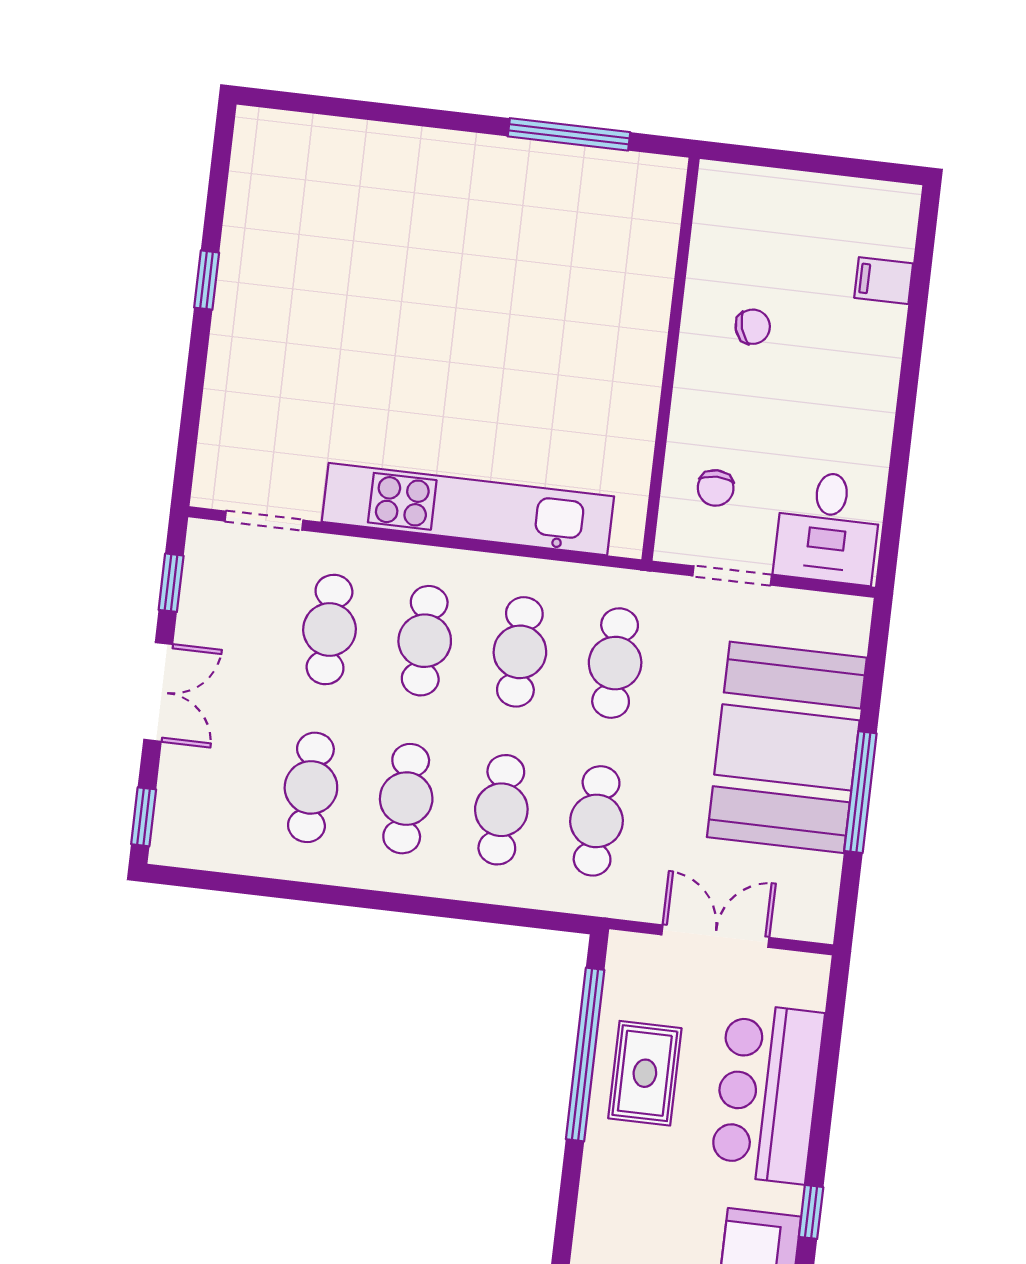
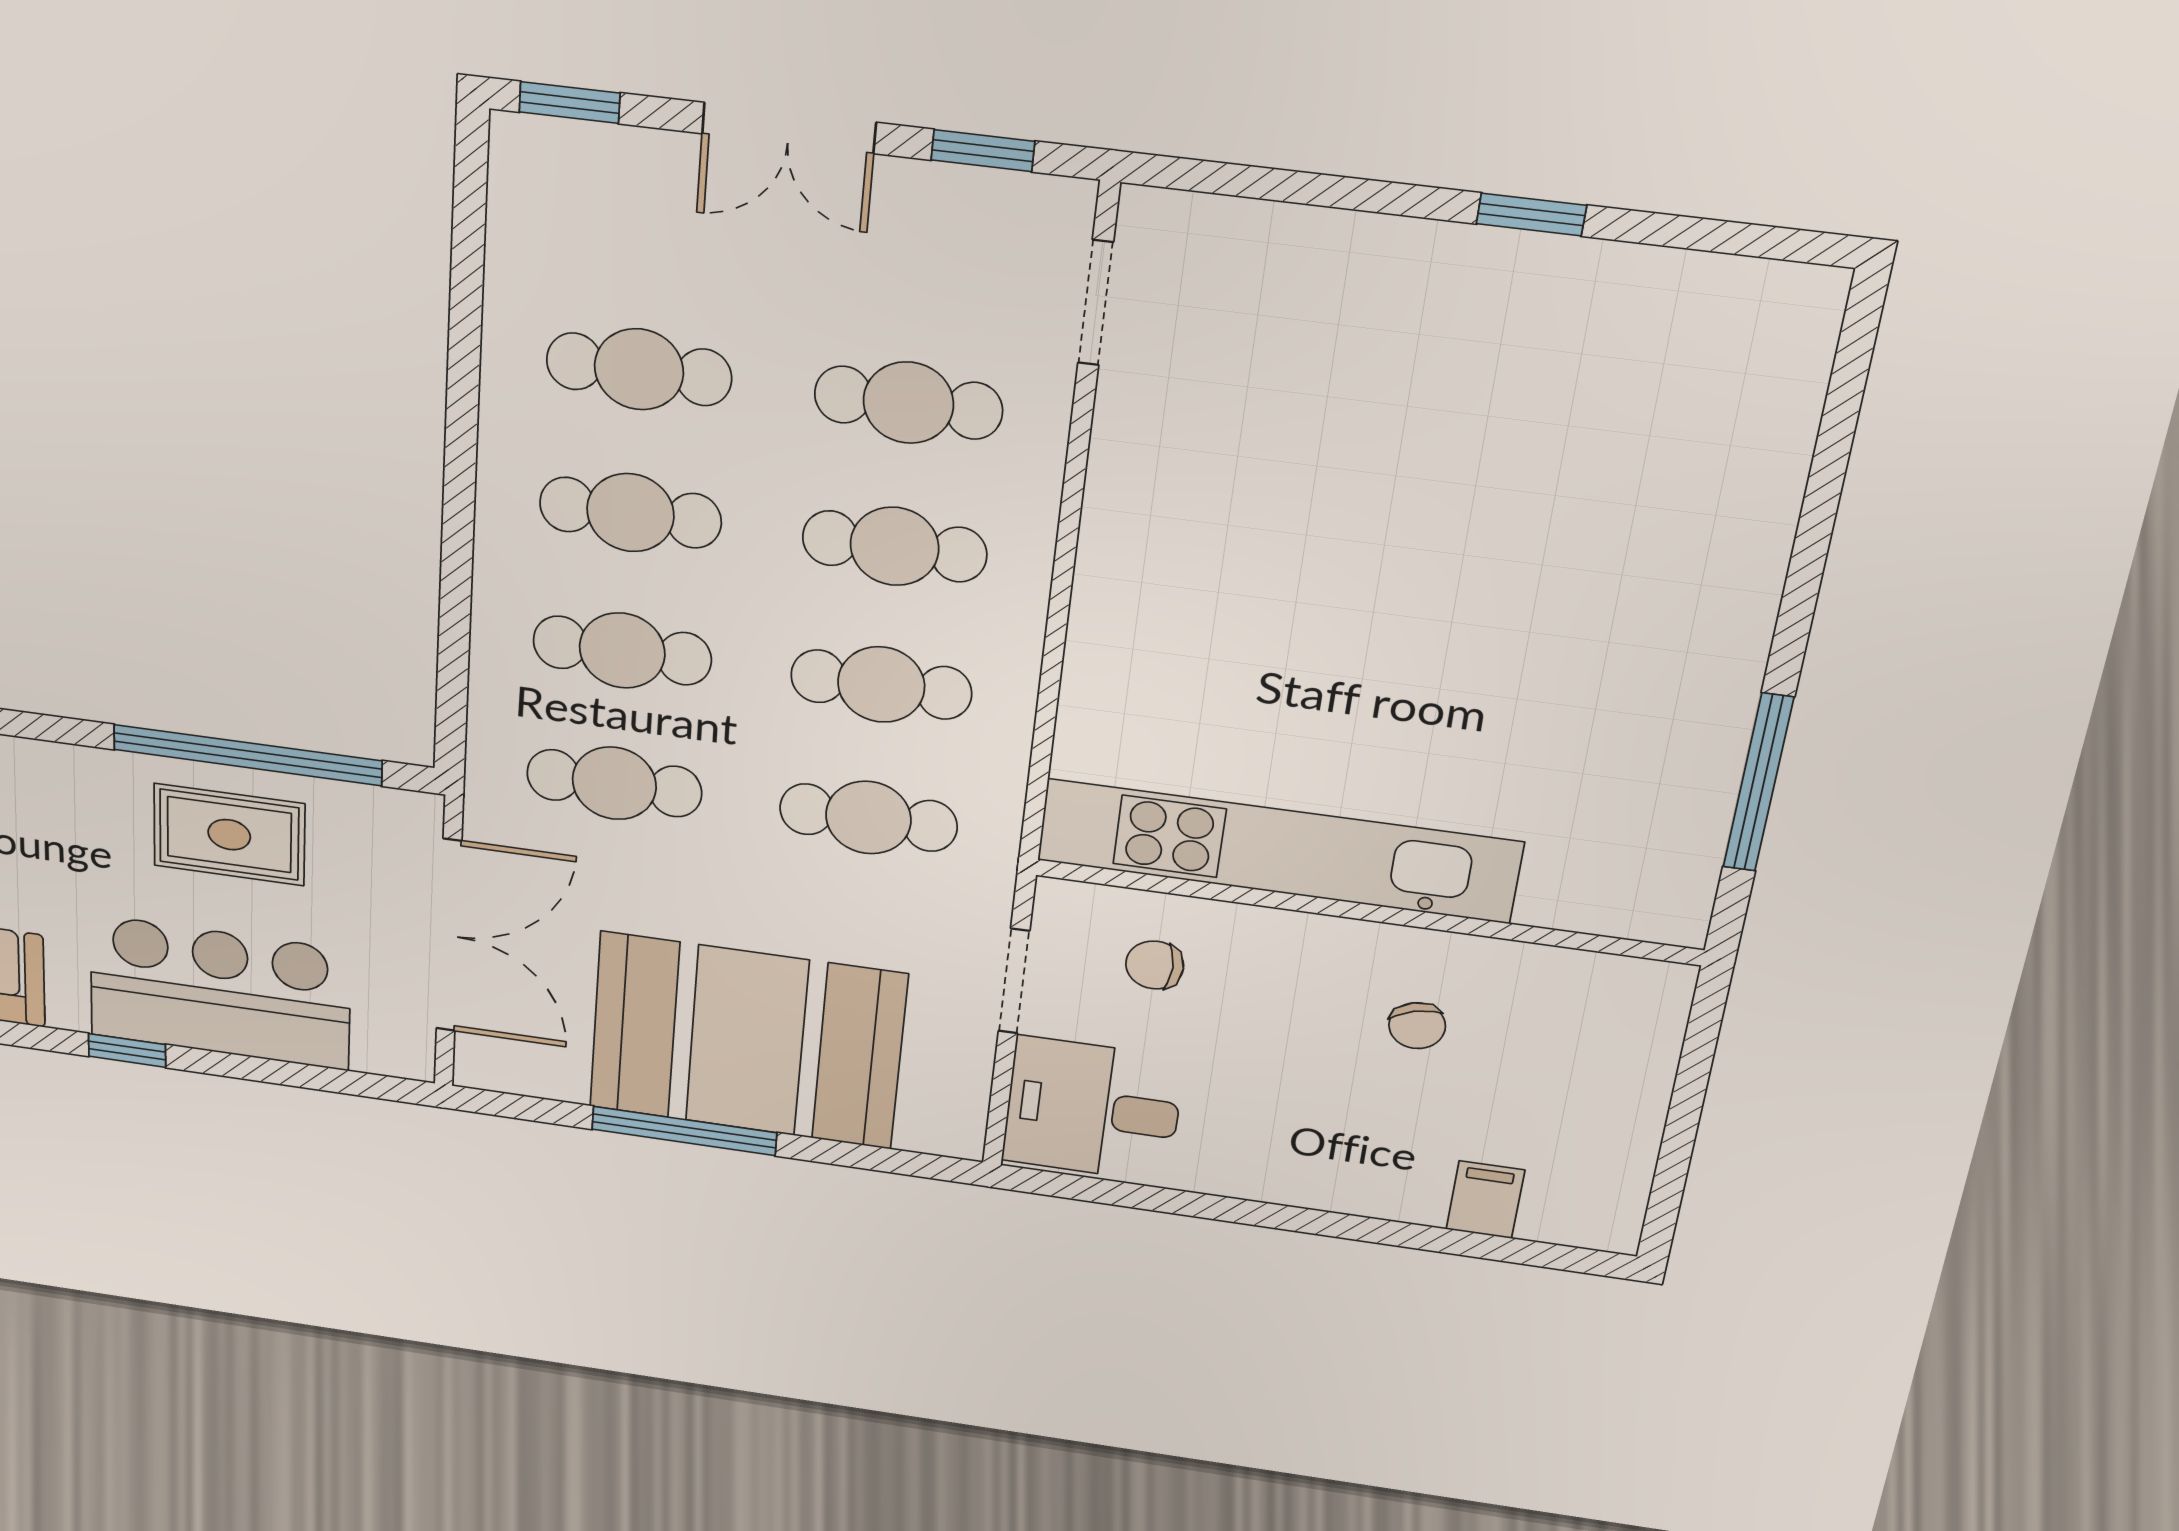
kitchen unit: (468, 509) -> (1278, 851), moved, turned -90
double door: (715, 936) -> (449, 936), width x1.37
window: (811, 1212) -> (127, 1050), moved

